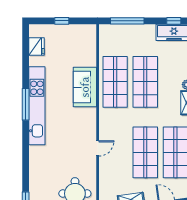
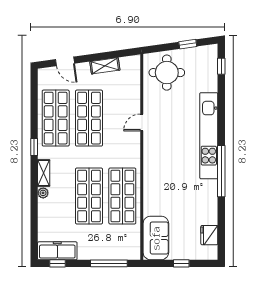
sofa: (85, 87) -> (156, 238), moved
window: (26, 104) -> (221, 171), width x1.46
kitchen unit: (37, 106) -> (209, 136), moved

